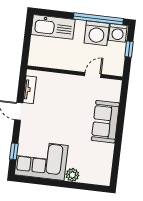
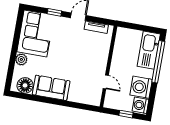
window: (98, 19) -> (158, 62), moved
sofa: (105, 122) -> (51, 88), moved
window: (14, 151) -> (54, 12), moved
floor lamp: (102, 169) -> (25, 85), added

